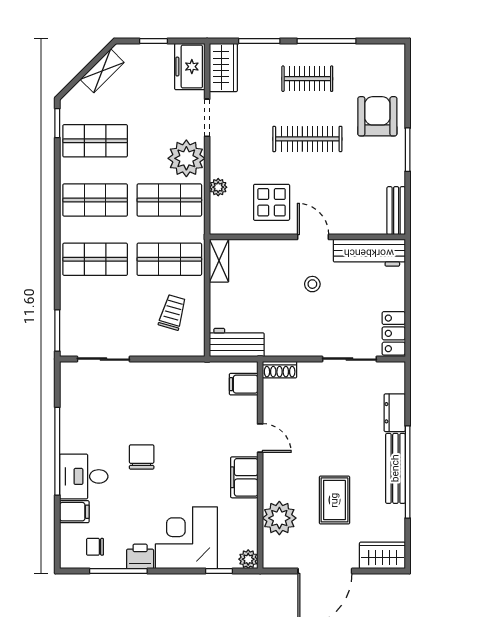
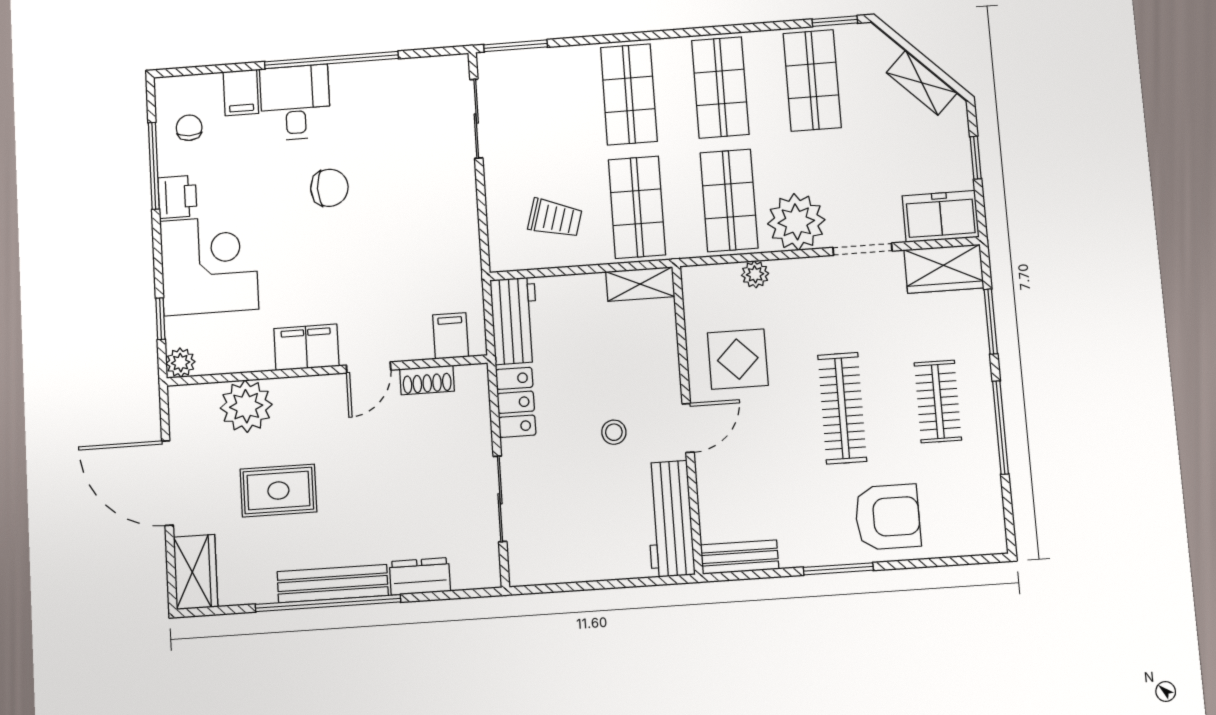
locker: (394, 333) -> (516, 402), moved, turned 90
shoe rack: (280, 370) -> (427, 380), moved, turned -90

